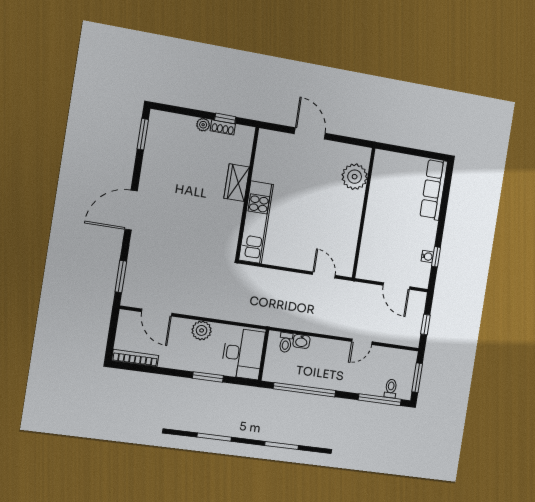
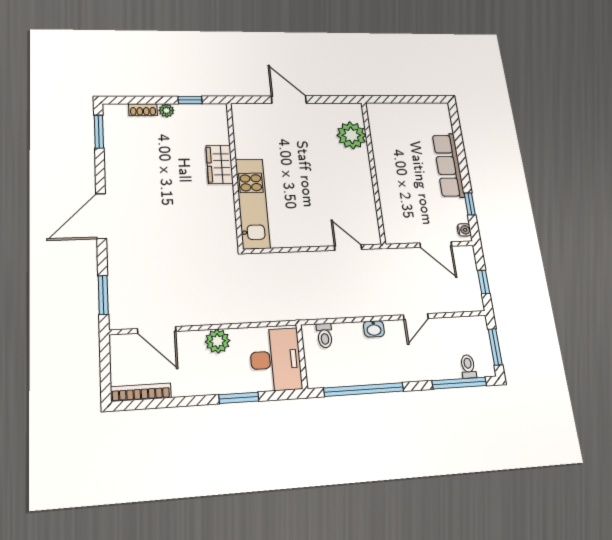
shoe rack: (223, 127) -> (143, 110), moved
row of seats: (434, 189) -> (448, 165), moved
water cooler: (427, 256) -> (464, 230), moved
washbasin: (301, 341) -> (374, 329), moved

